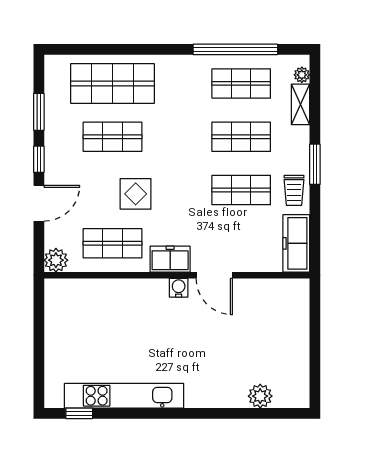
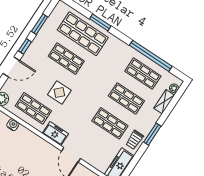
window: (127, 49) -> (100, 22), added
water cooler: (179, 288) -> (13, 125), moved

